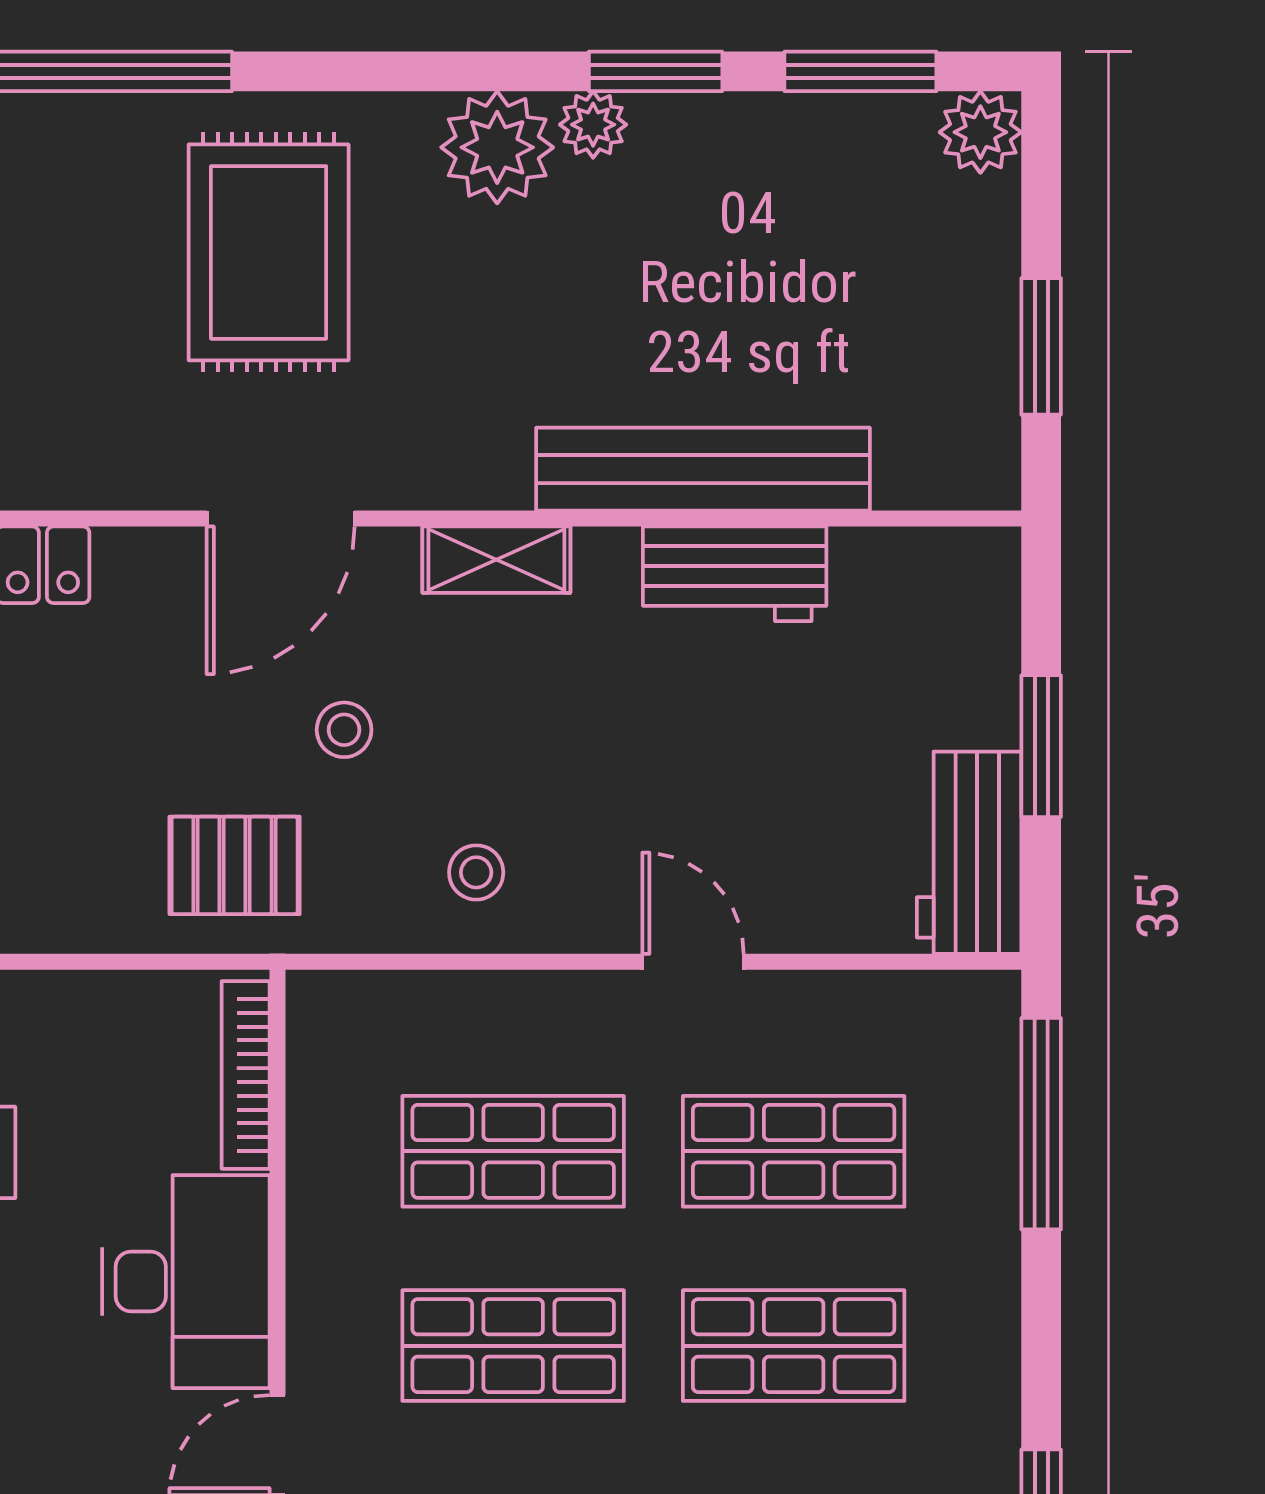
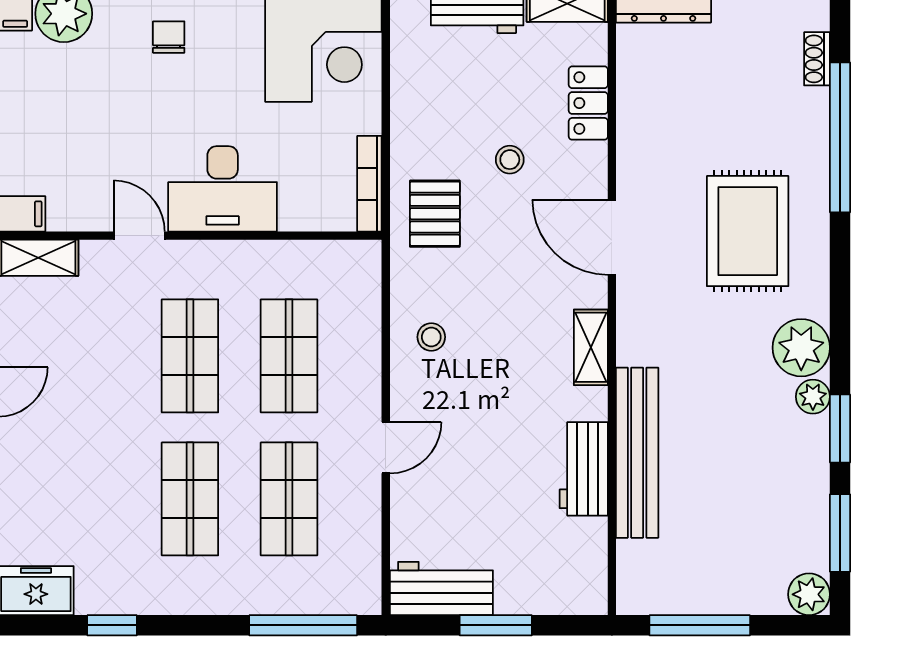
rug: (269, 252) -> (748, 231), turned 90
window: (1041, 346) -> (700, 625), width x1.44
stool: (344, 730) -> (510, 160), moved
bookcase: (246, 1075) -> (369, 184), moved, turned -90

